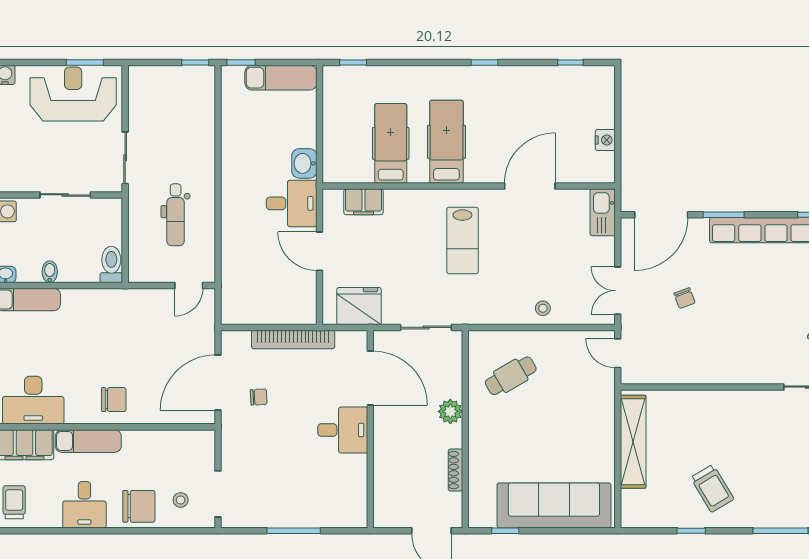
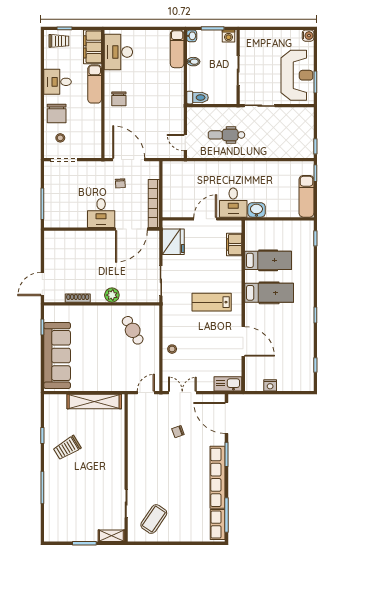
door: (370, 378) -> (131, 229), moved
wall: (370, 429) -> (102, 229), moved
desk: (343, 430) -> (101, 213), moved

